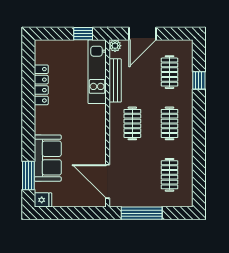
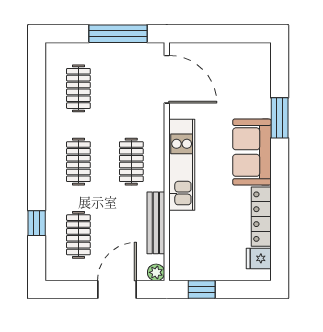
kitchen unit: (97, 72) -> (182, 165), moved
sofa: (48, 158) -> (252, 152), moved
window: (28, 176) -> (280, 118), moved
fridge: (43, 200) -> (259, 258), moved

